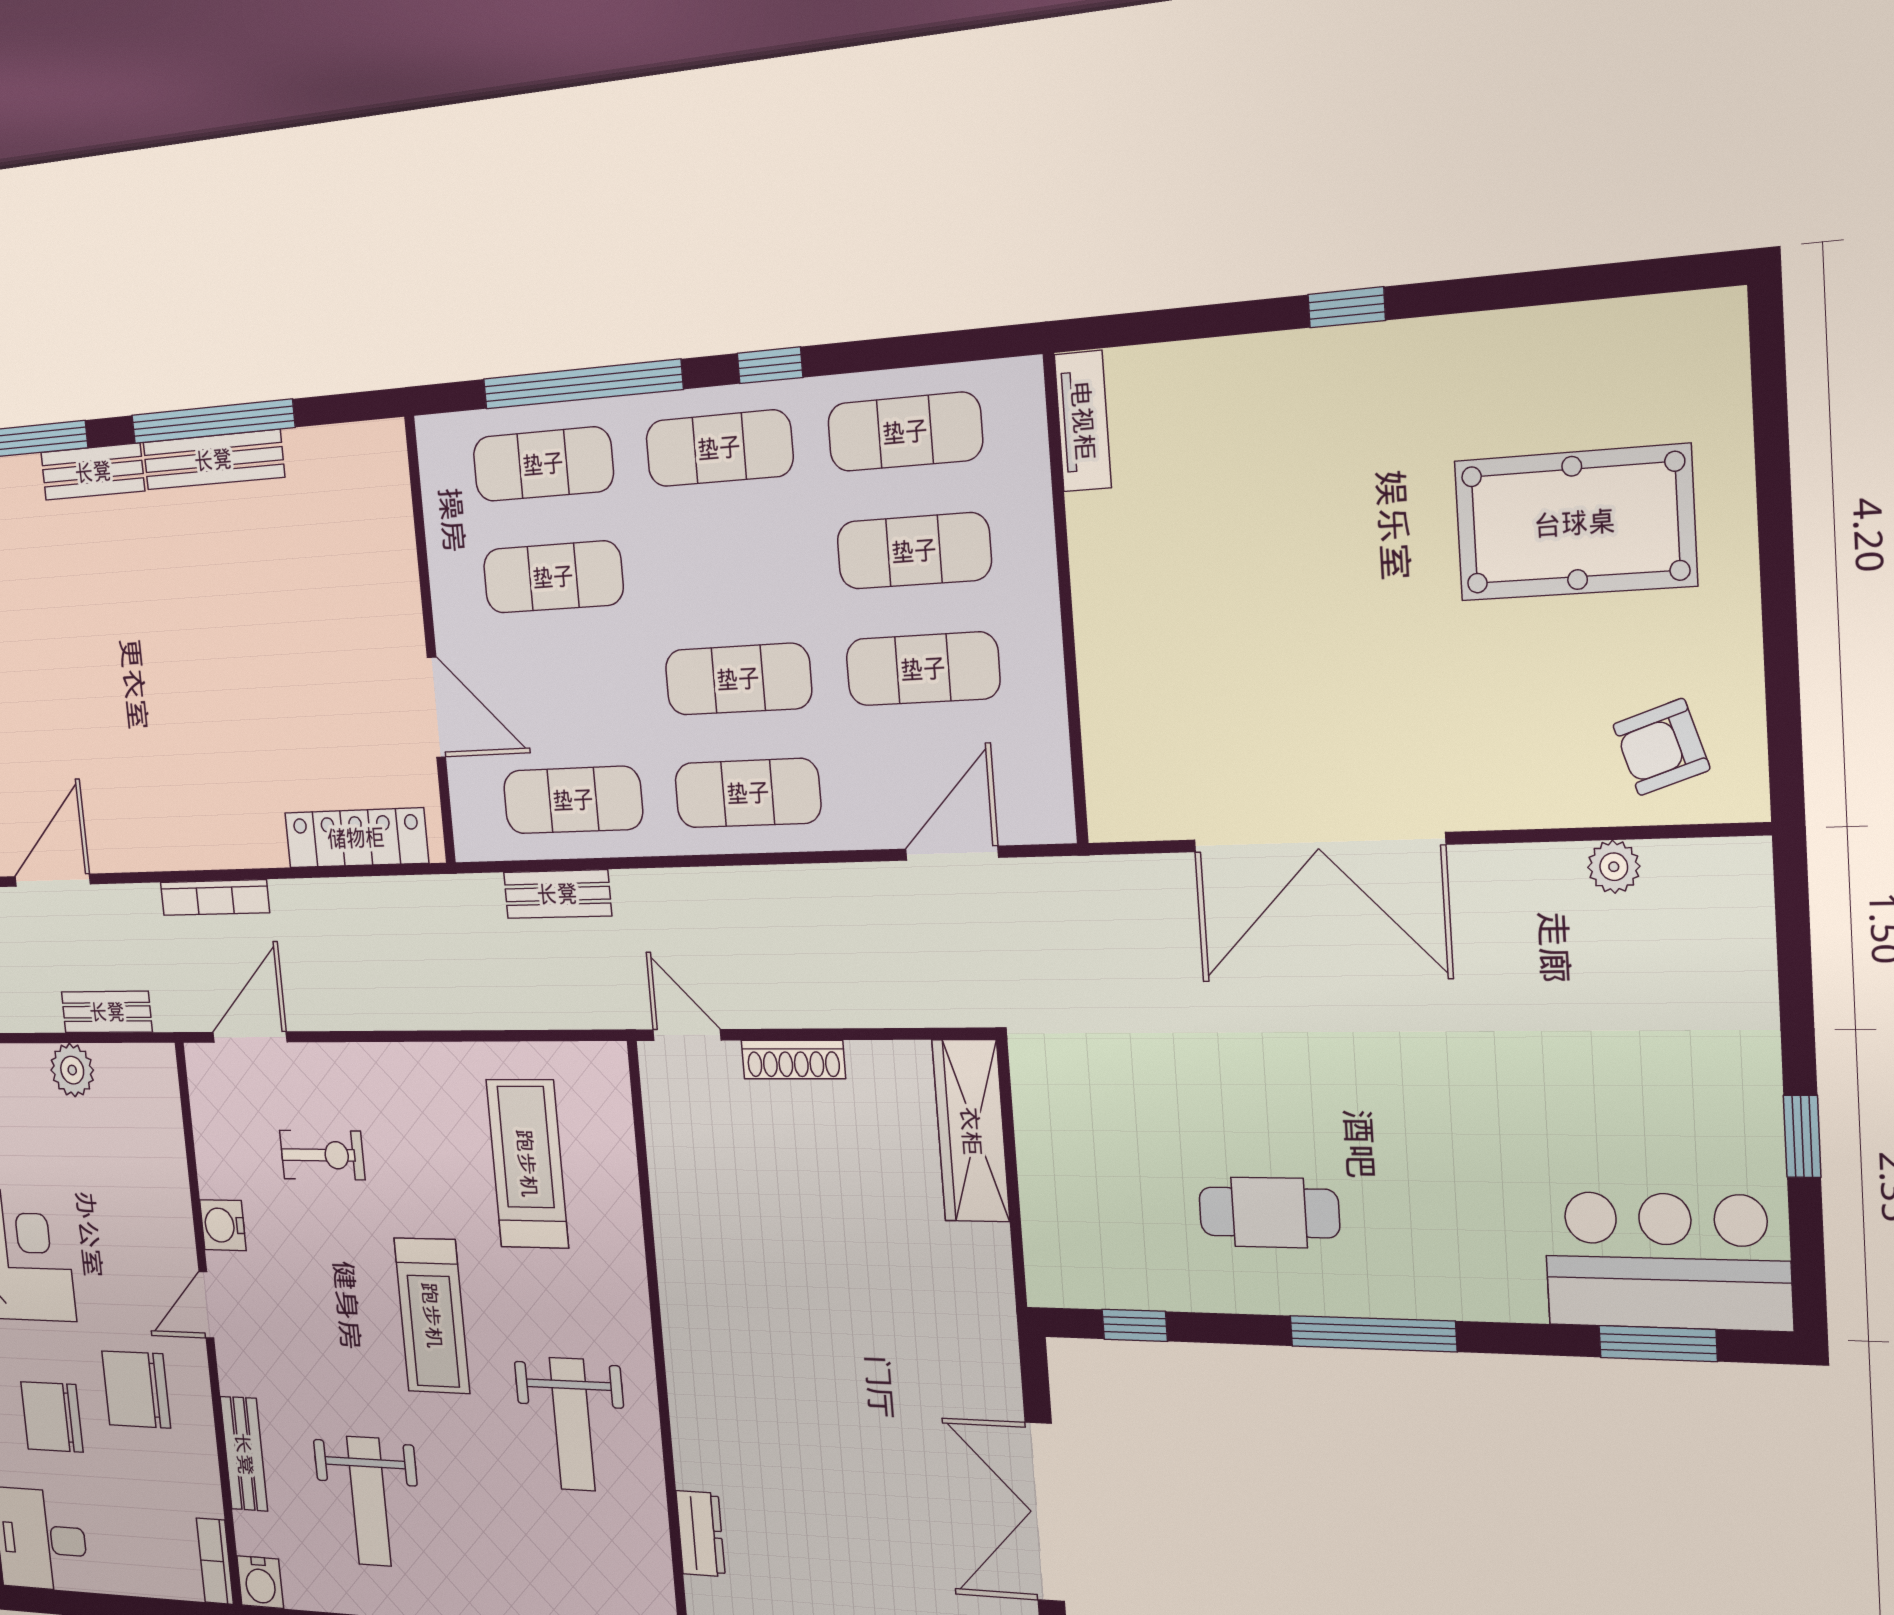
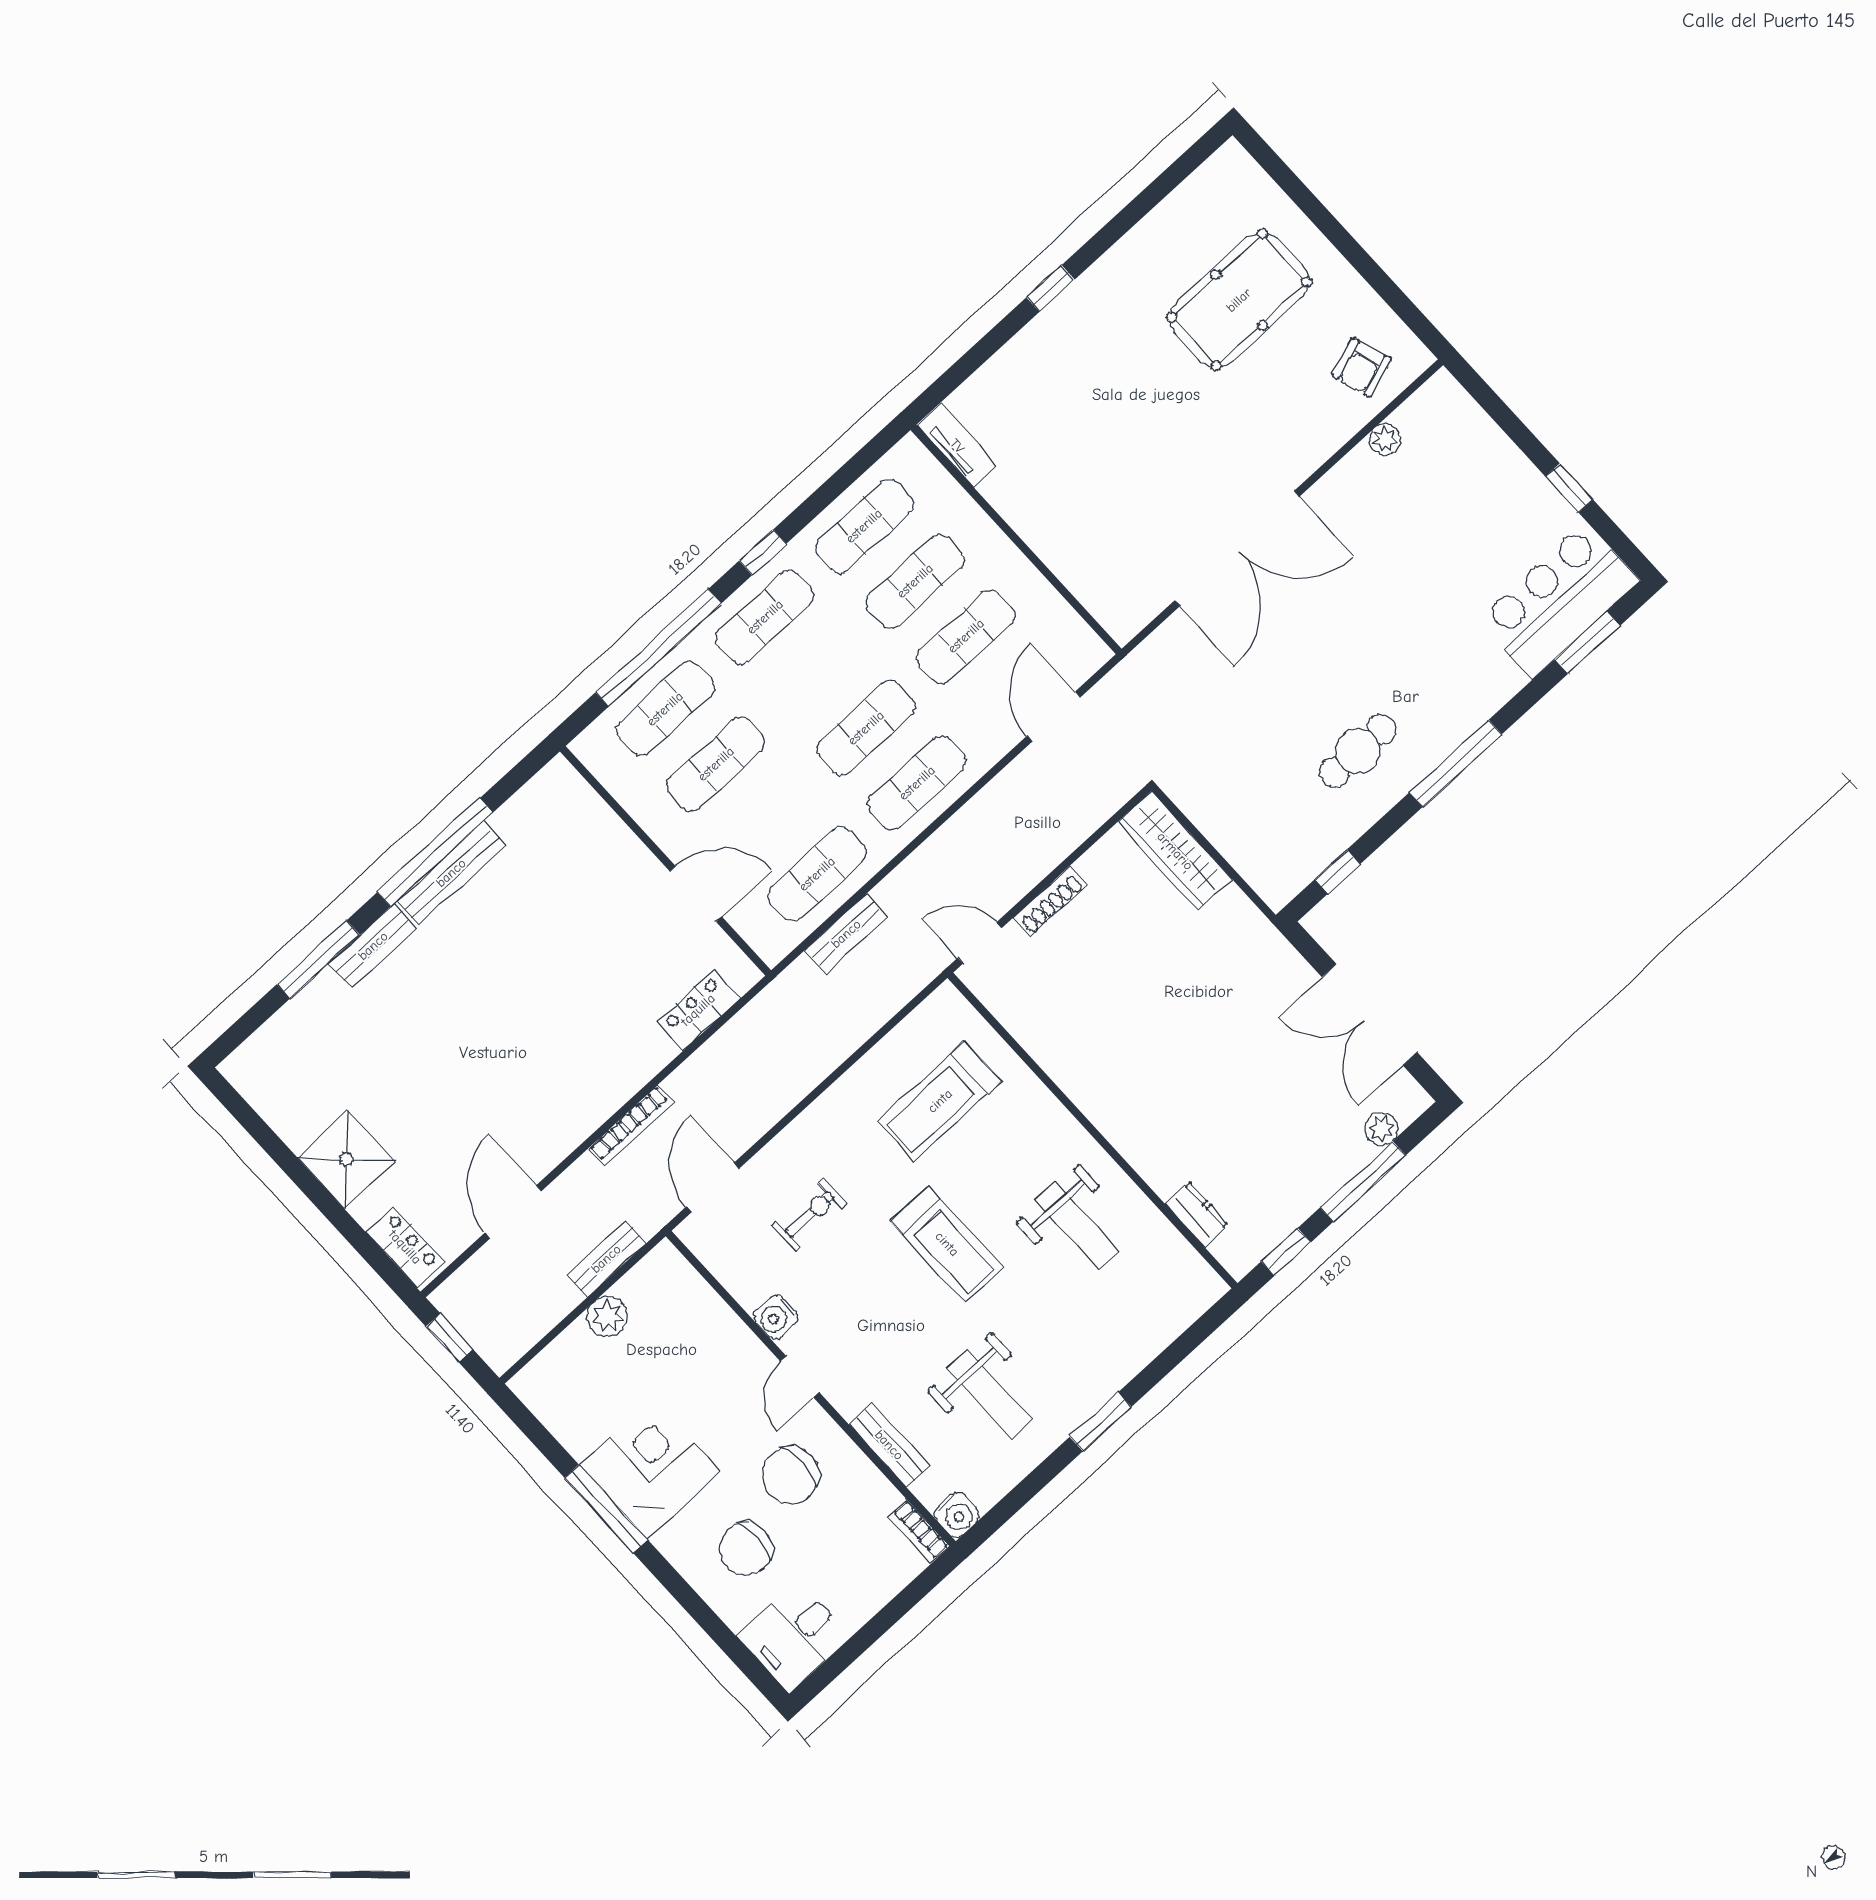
locker: (356, 838) -> (698, 1010), width x0.66
treadmill: (527, 1164) -> (940, 1101), turned -90

